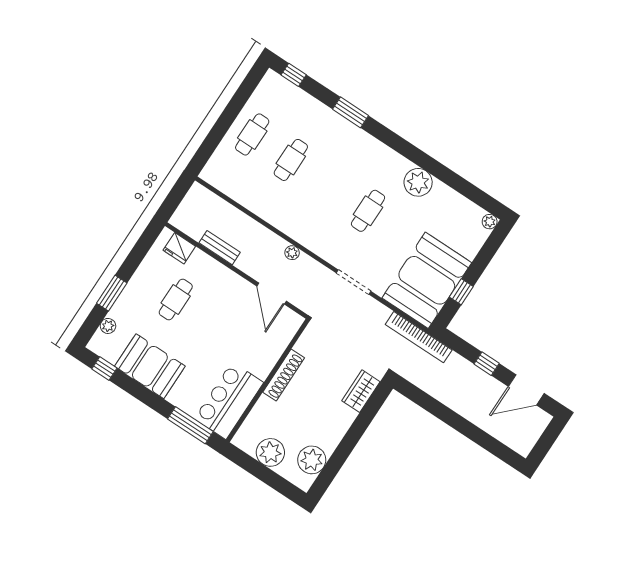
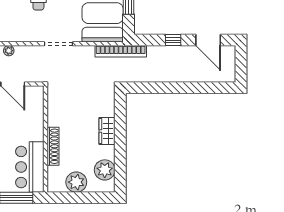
shoe rack: (284, 375) -> (53, 146), moved
door: (526, 390) -> (208, 40), hinge flipped
wardrobe: (361, 391) -> (107, 131), moved

